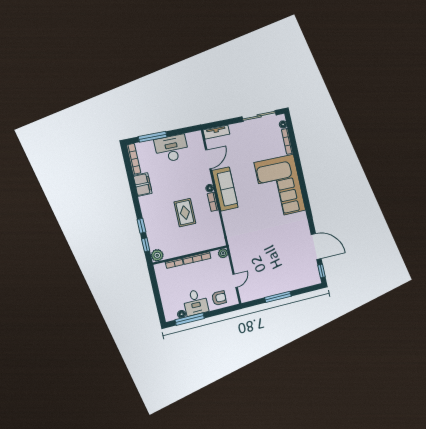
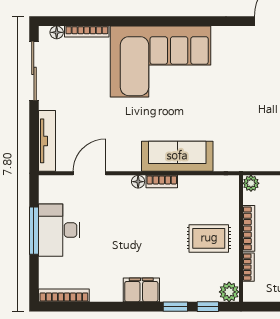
tv unit: (216, 132) -> (47, 141), width x1.41
window: (153, 137) -> (34, 231), moved
door: (208, 159) -> (89, 173), hinge flipped
filing cabinet: (143, 184) -> (141, 290), moved
sofa: (225, 189) -> (177, 156), moved
rug: (185, 213) -> (209, 238), moved

